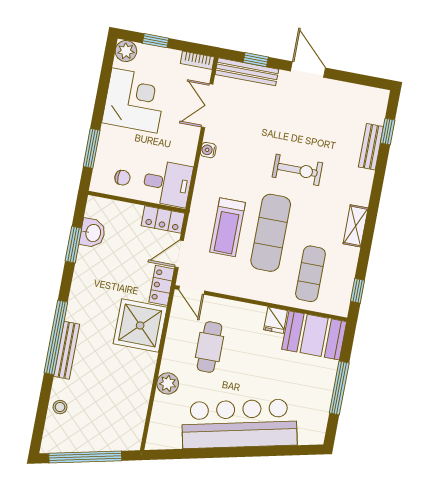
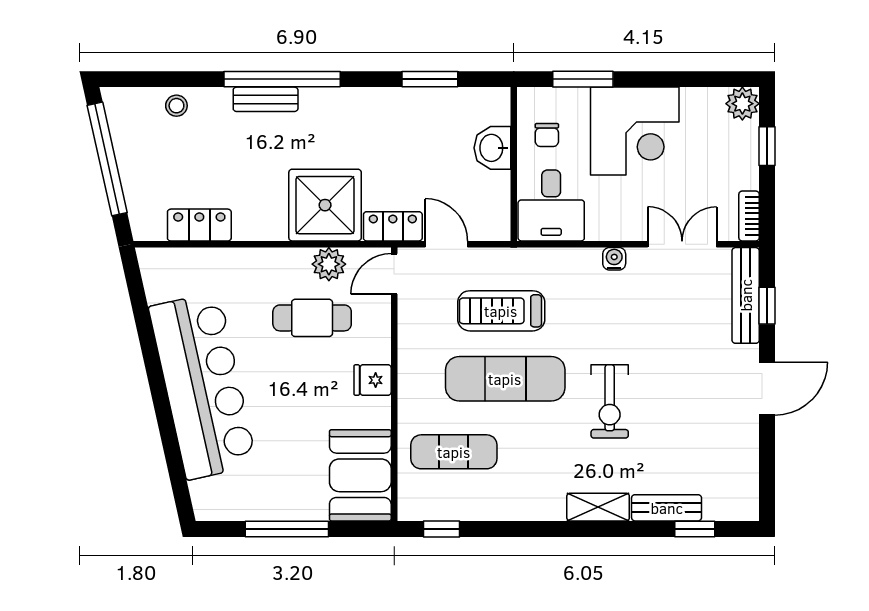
corner desk: (134, 100) -> (635, 131), moved
locker: (163, 219) -> (199, 225), moved, turned 90
shelving: (356, 226) -> (598, 507), moved
washbasin: (93, 233) -> (492, 148), moved, turned 90
fridge: (276, 320) -> (373, 380), moved
bench: (67, 350) -> (266, 99), width x0.73
plant: (168, 383) -> (329, 264), moved

